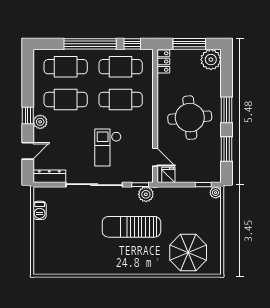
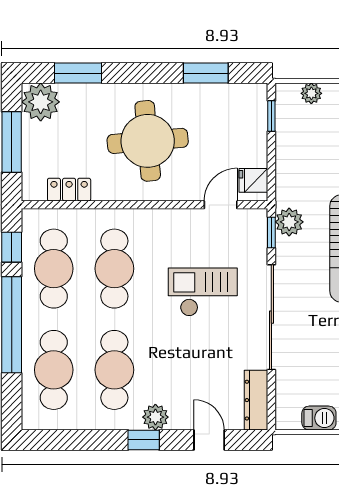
locker: (163, 62) -> (69, 190), moved
window: (227, 110) -> (78, 73), moved
checkout: (108, 147) -> (203, 292), turned 180
plant: (216, 193) -> (311, 93), moved

